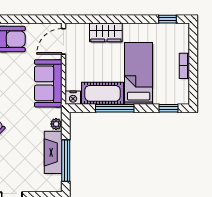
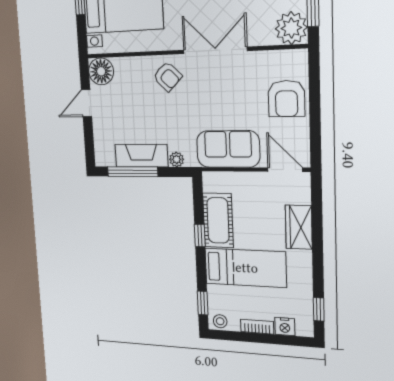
stool: (182, 95) -> (220, 321), added
nightstand: (73, 98) -> (285, 327), moved, turned -90
window: (115, 108) -> (200, 235), width x0.46

